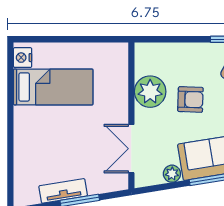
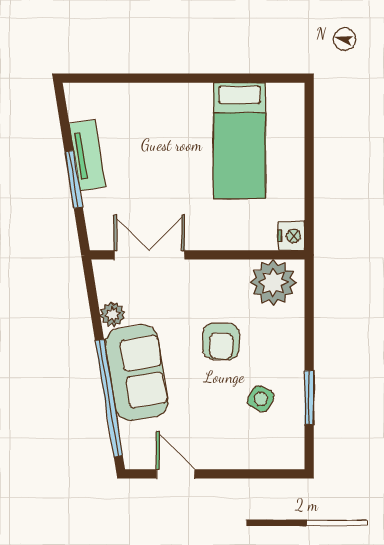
nightstand: (23, 58) -> (291, 236), moved, turned 90
plant: (150, 92) -> (273, 282), moved

